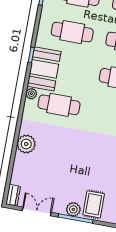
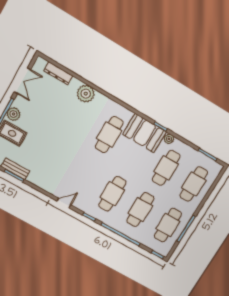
plant: (31, 94) -> (169, 139), moved
dresser: (13, 195) -> (58, 73), moved, width x1.44

